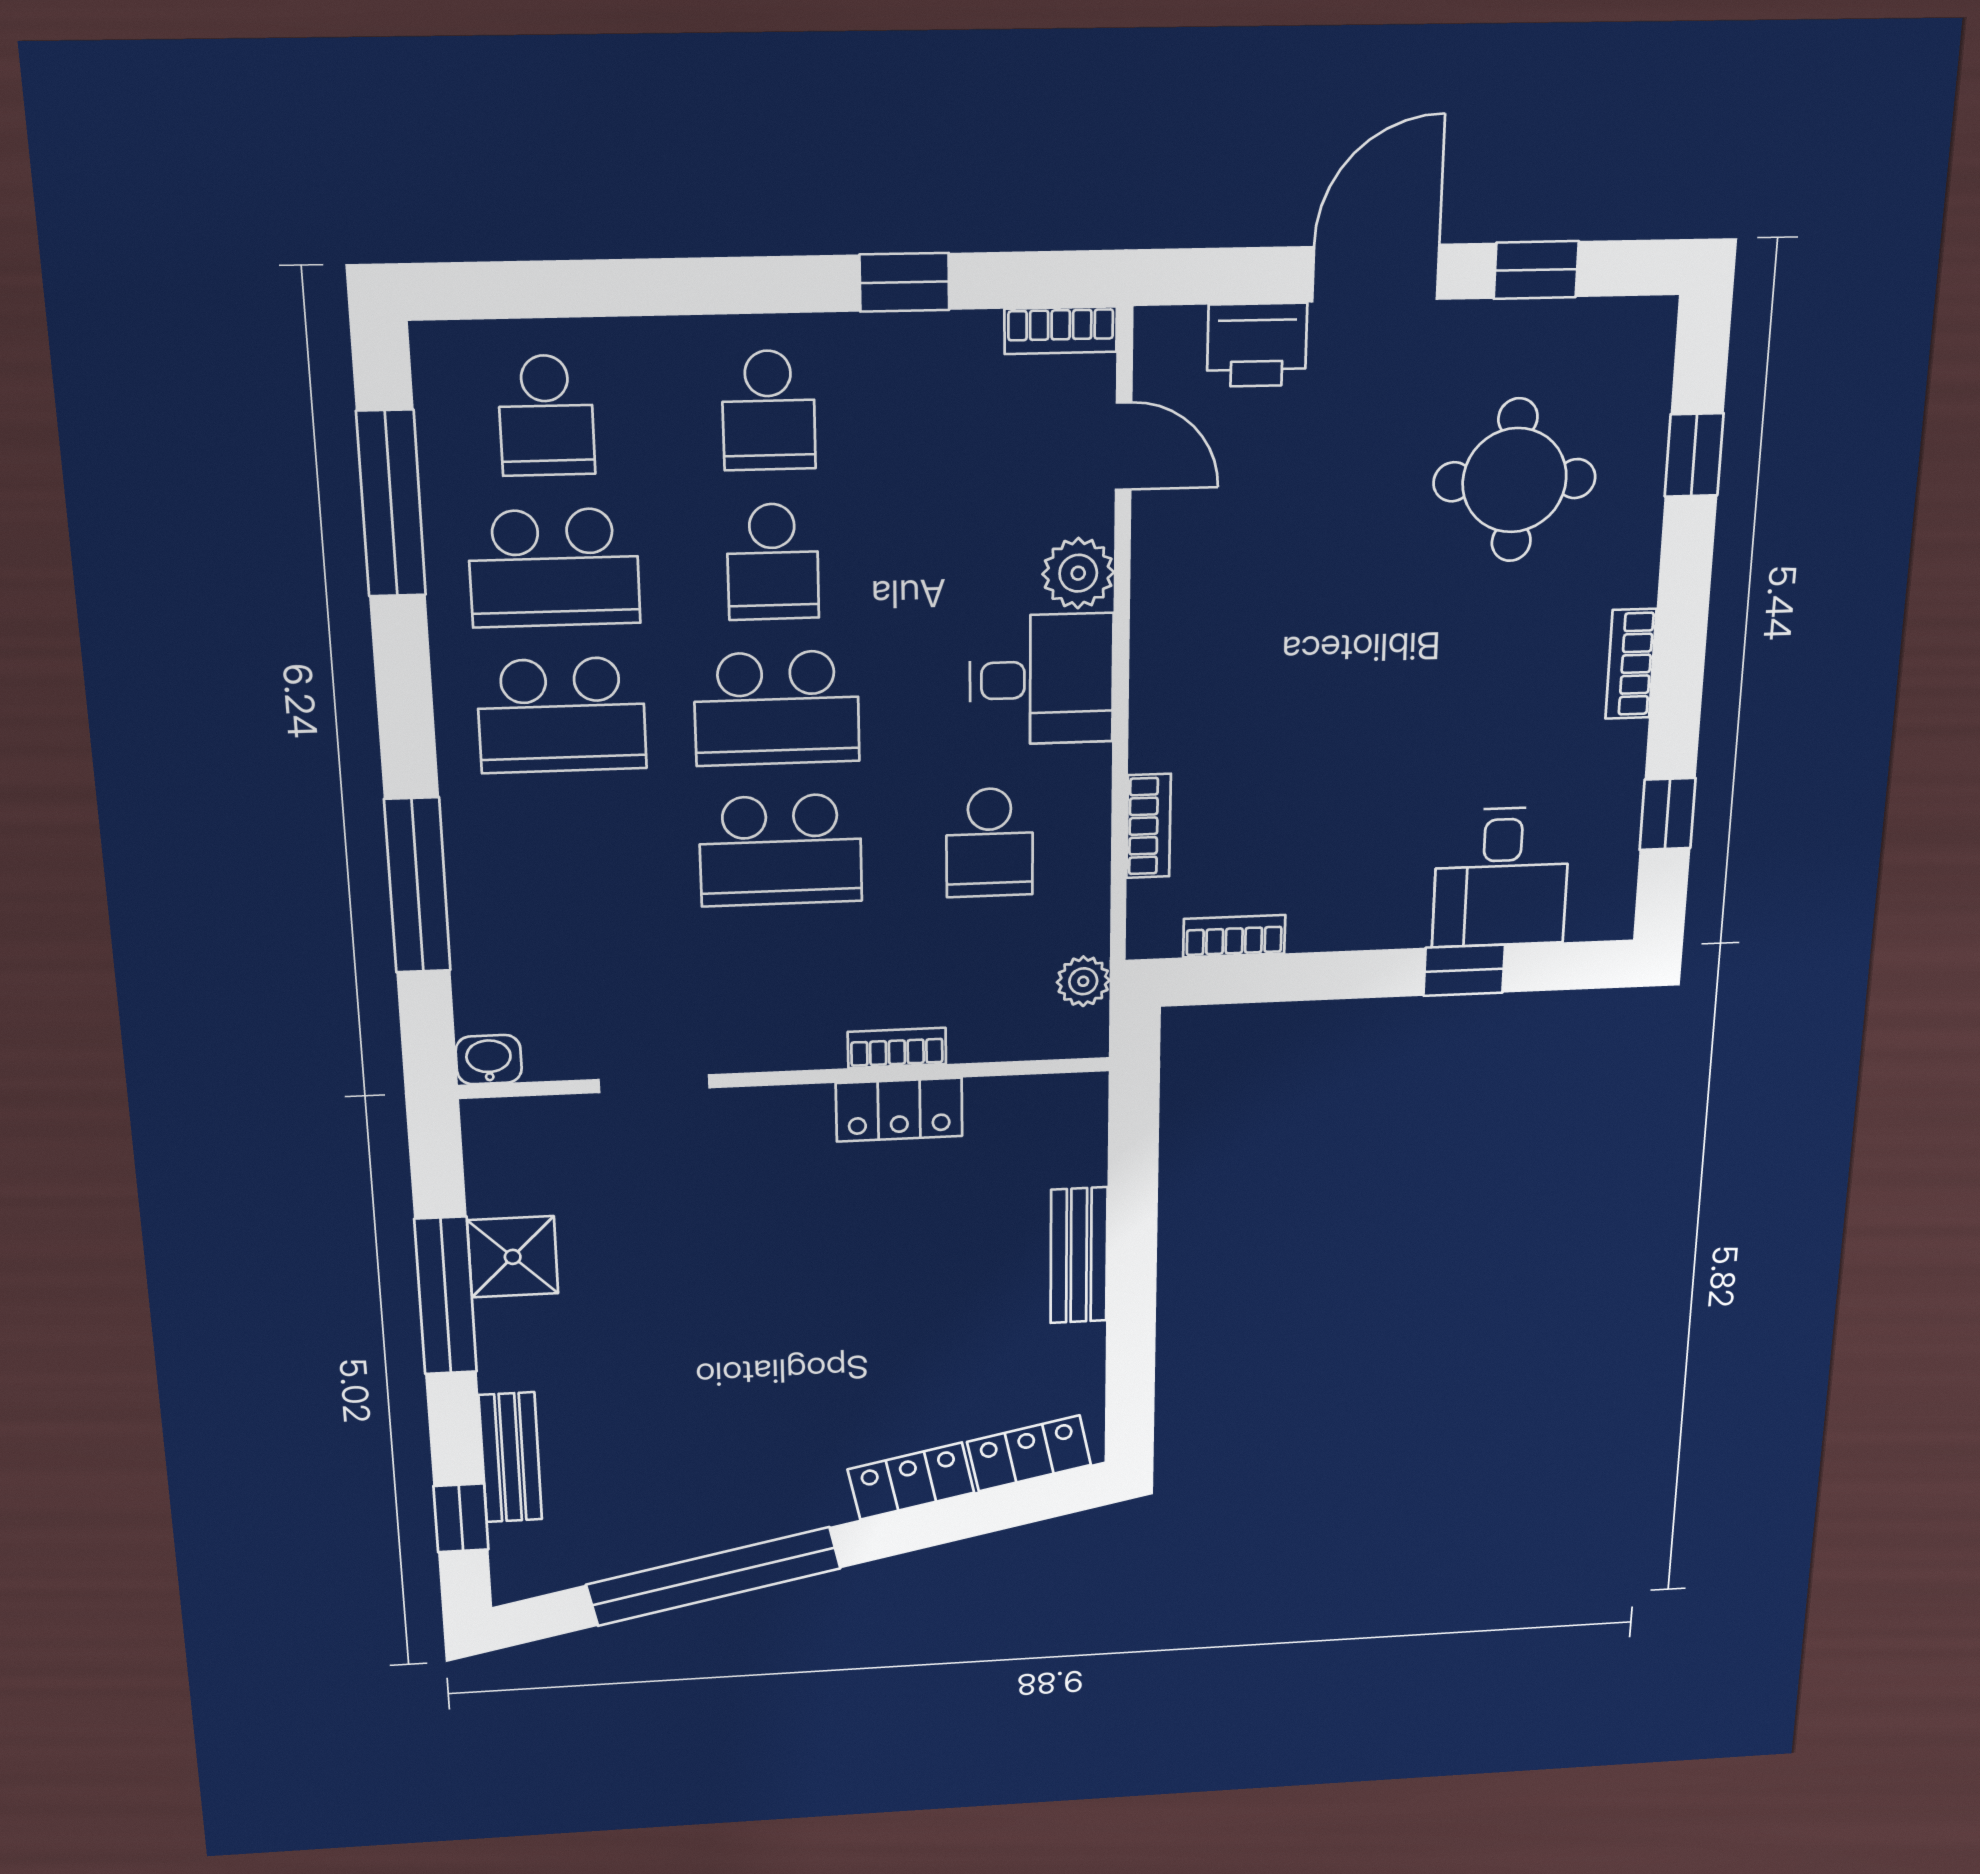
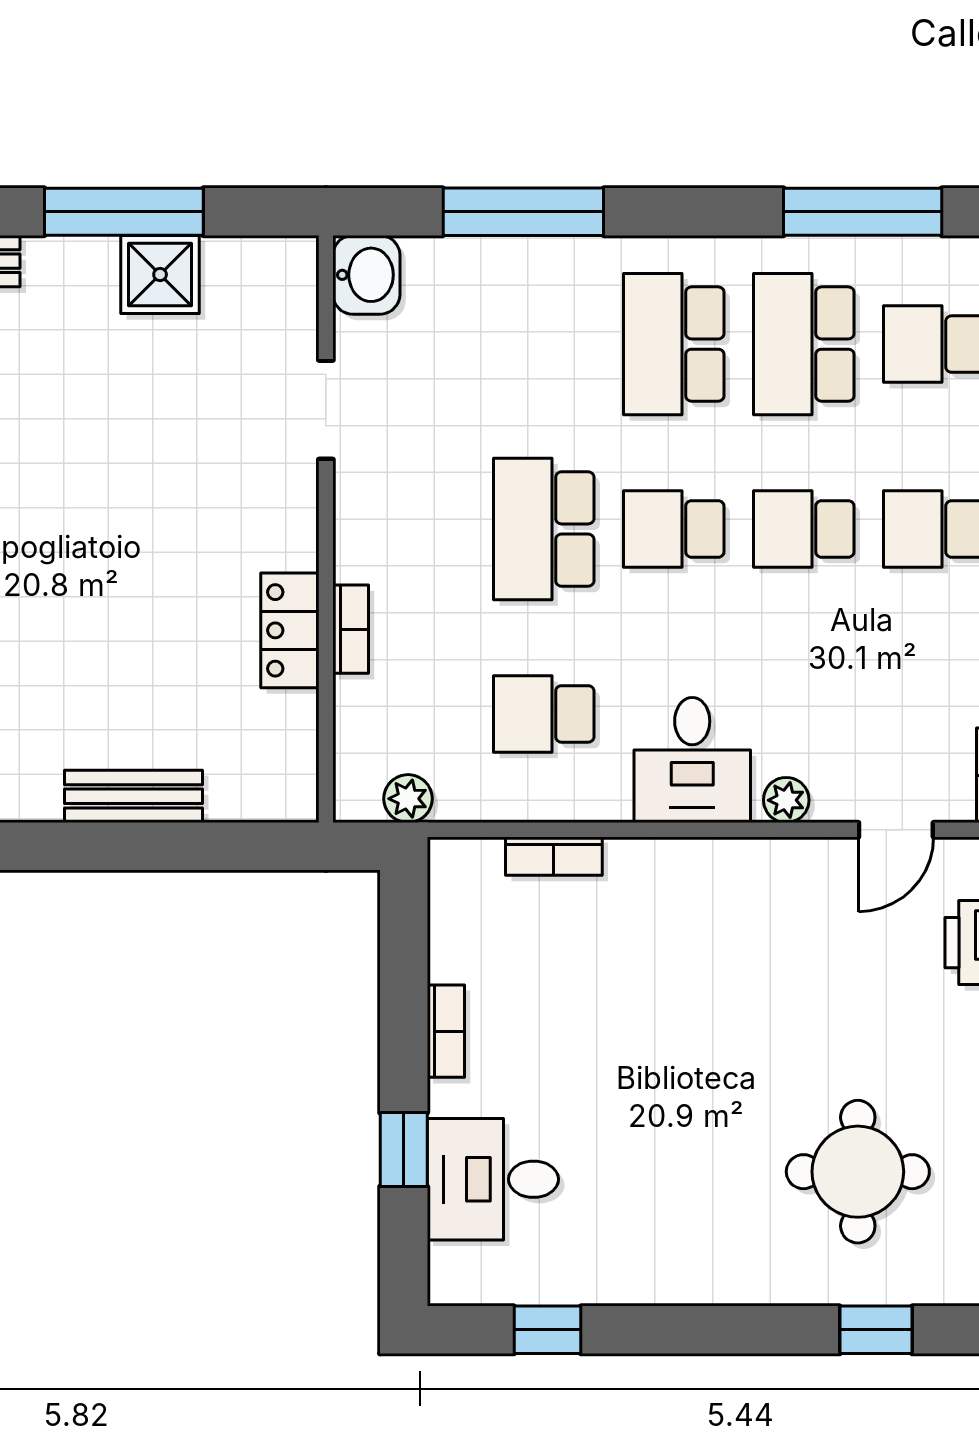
plant: (1078, 573) -> (786, 800), width x0.73, depth x0.73
bookcase: (1631, 664) -> (689, 1286), removed
school desk: (777, 708) -> (674, 529), width x0.54
bookcase: (1234, 936) -> (446, 1031), moved
washbasin: (489, 1060) -> (366, 275), width x1.38, depth x1.45

